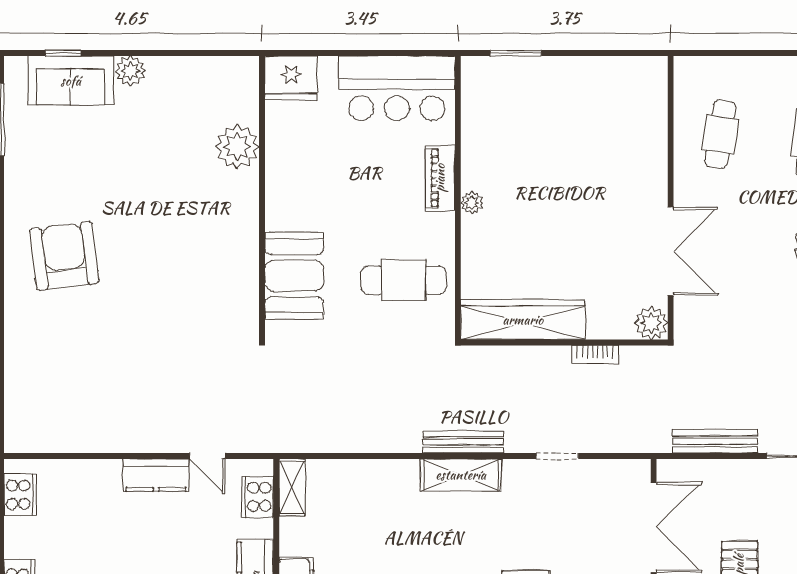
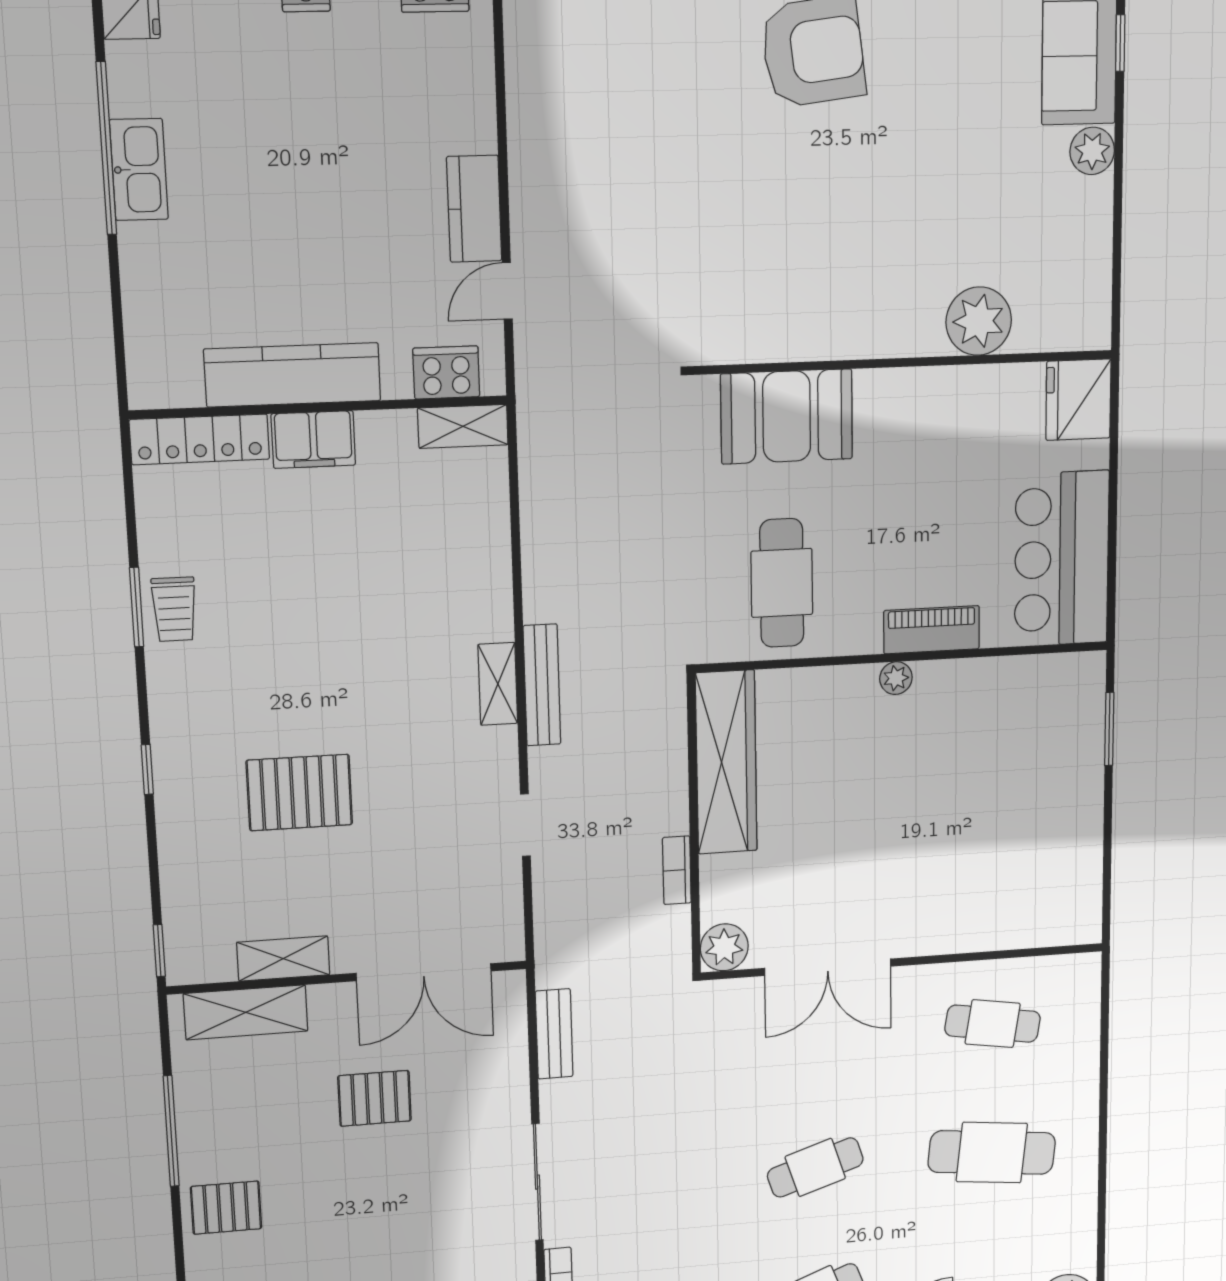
bench: (715, 441) -> (554, 1034), width x0.73
shelving: (461, 475) -> (498, 684), width x0.67, depth x0.75

